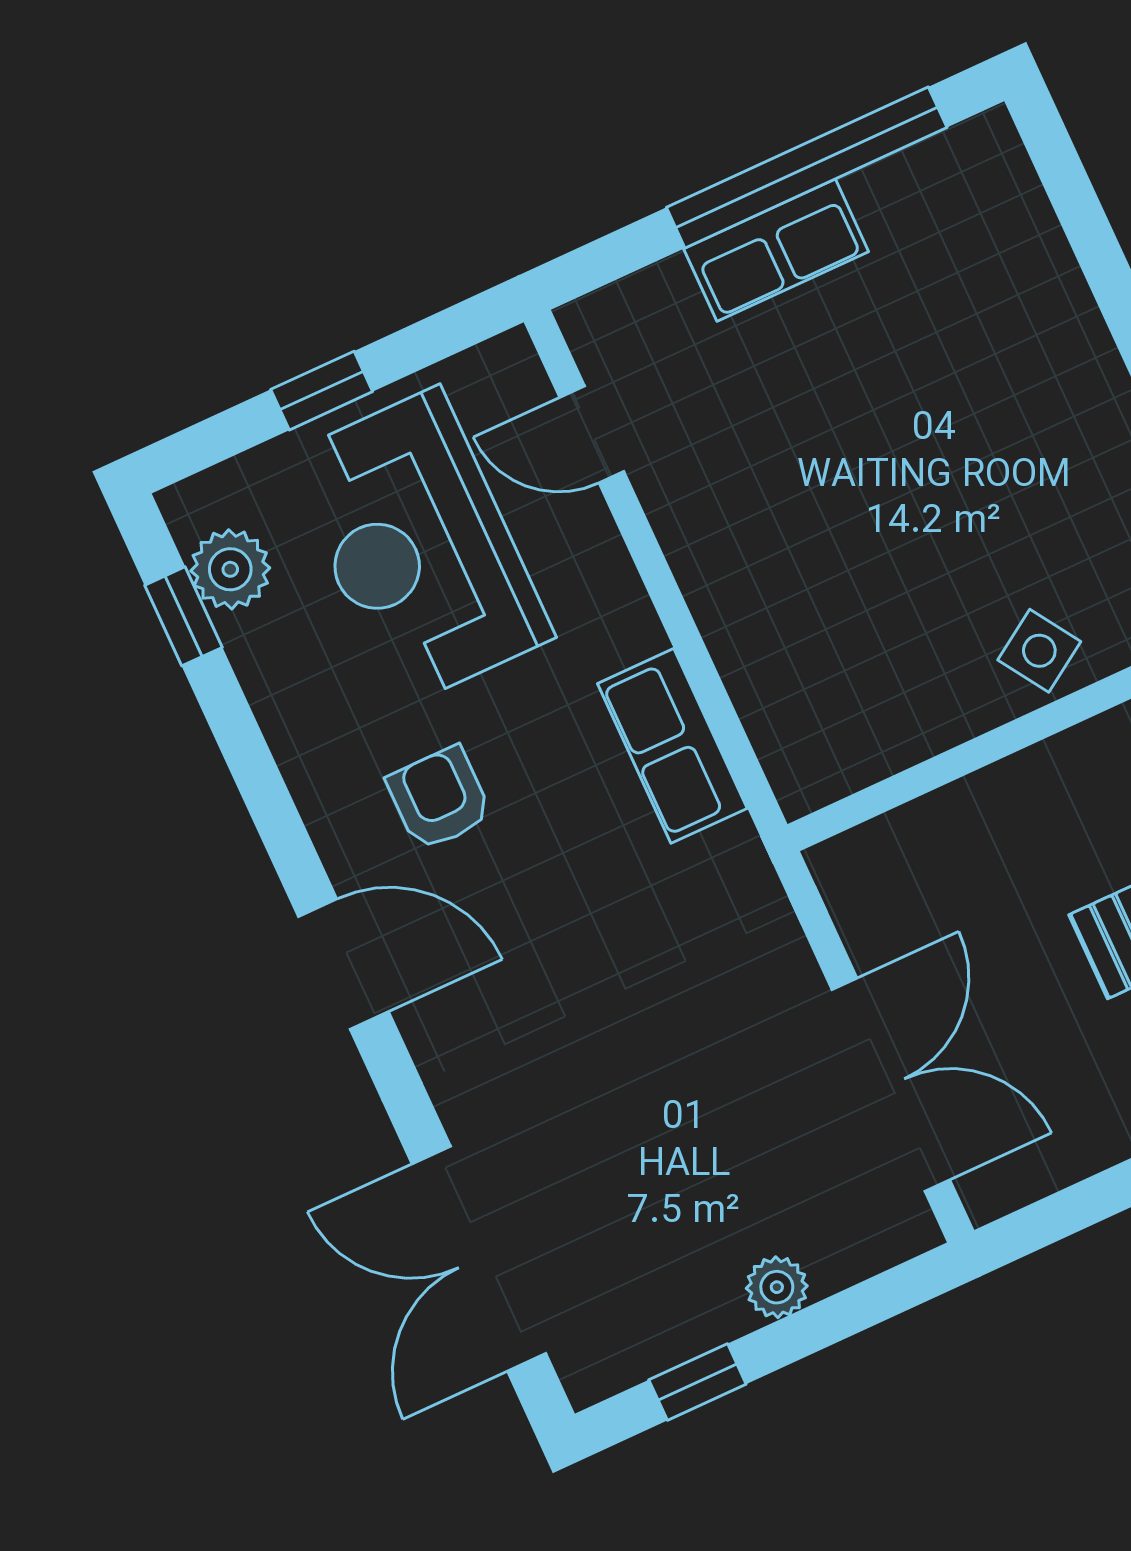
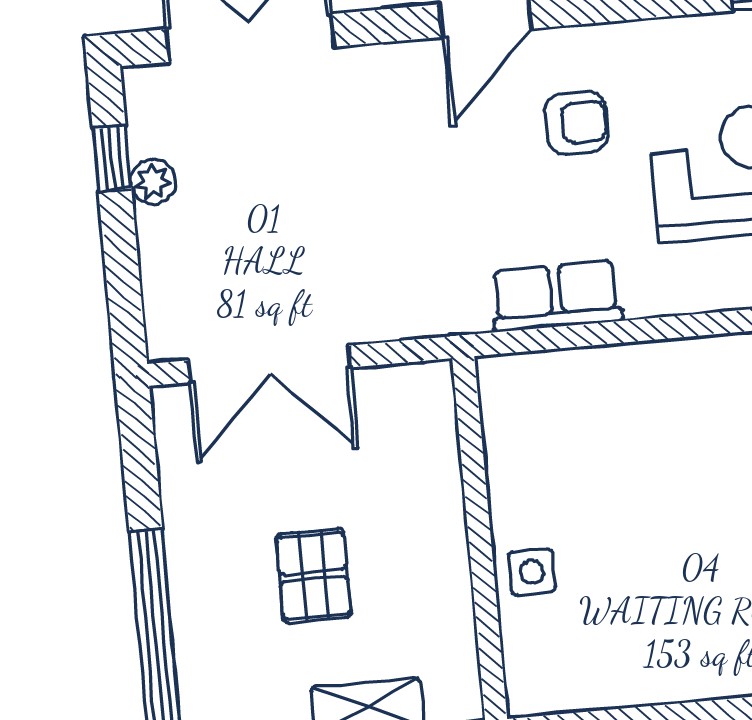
side table: (1039, 651) -> (532, 572), turned 33
plant: (777, 1287) -> (153, 182), moved

